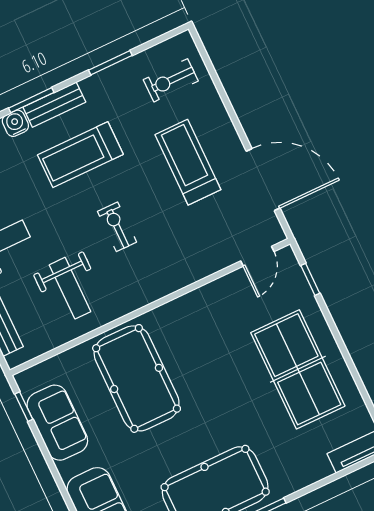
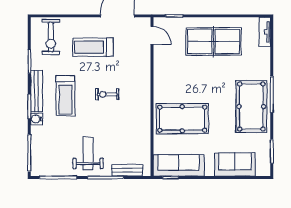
exercise bike: (171, 80) -> (51, 37), width x1.38, depth x1.39
bench: (54, 105) -> (36, 91), width x1.36
weight bench: (70, 288) -> (126, 130), removed
sofa: (57, 423) -> (179, 165), width x1.36

